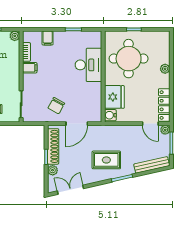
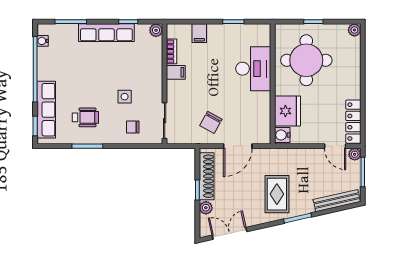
plant: (165, 69) -> (354, 30), moved
rug: (106, 160) -> (277, 194), turned 90

